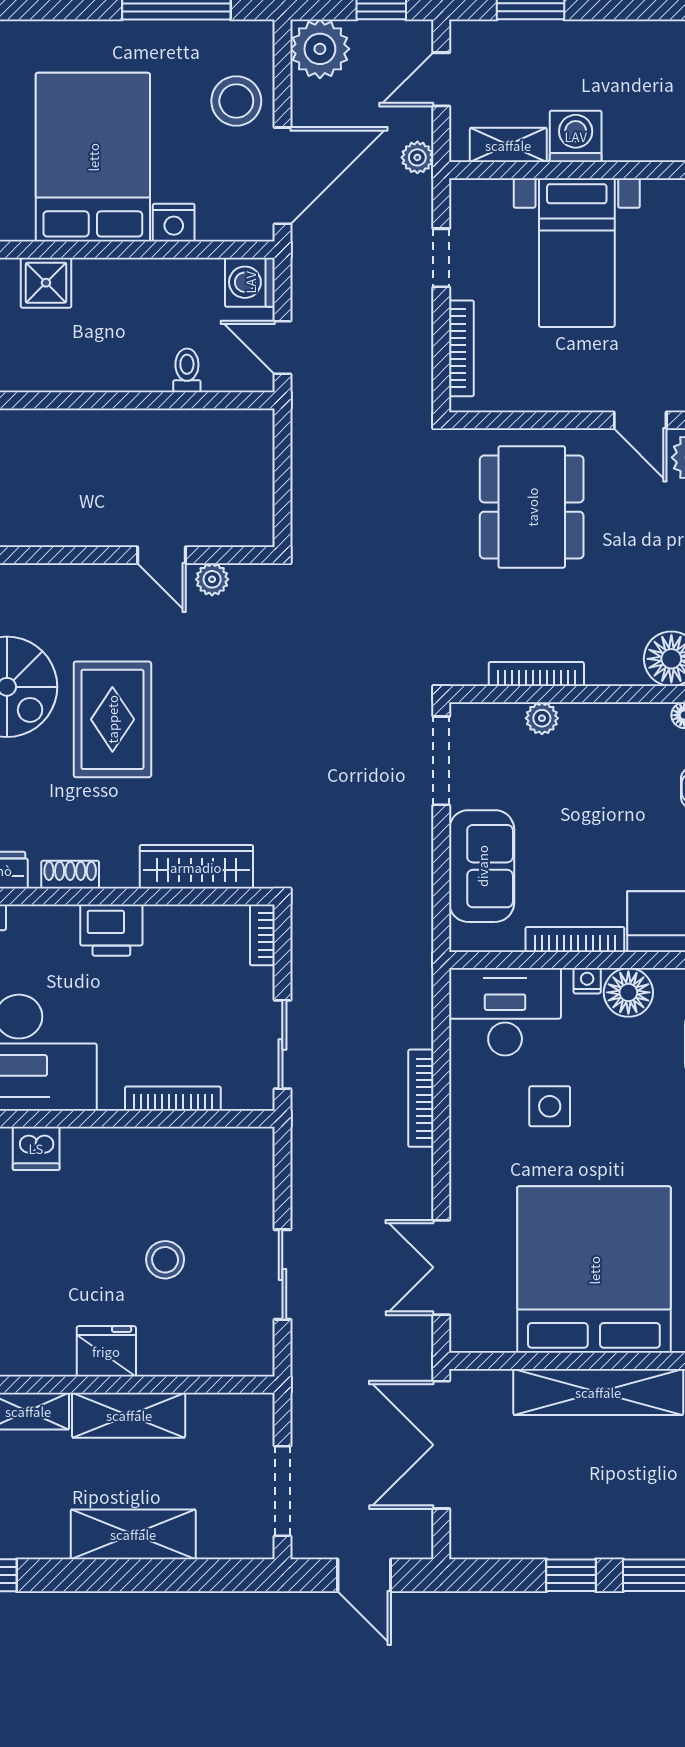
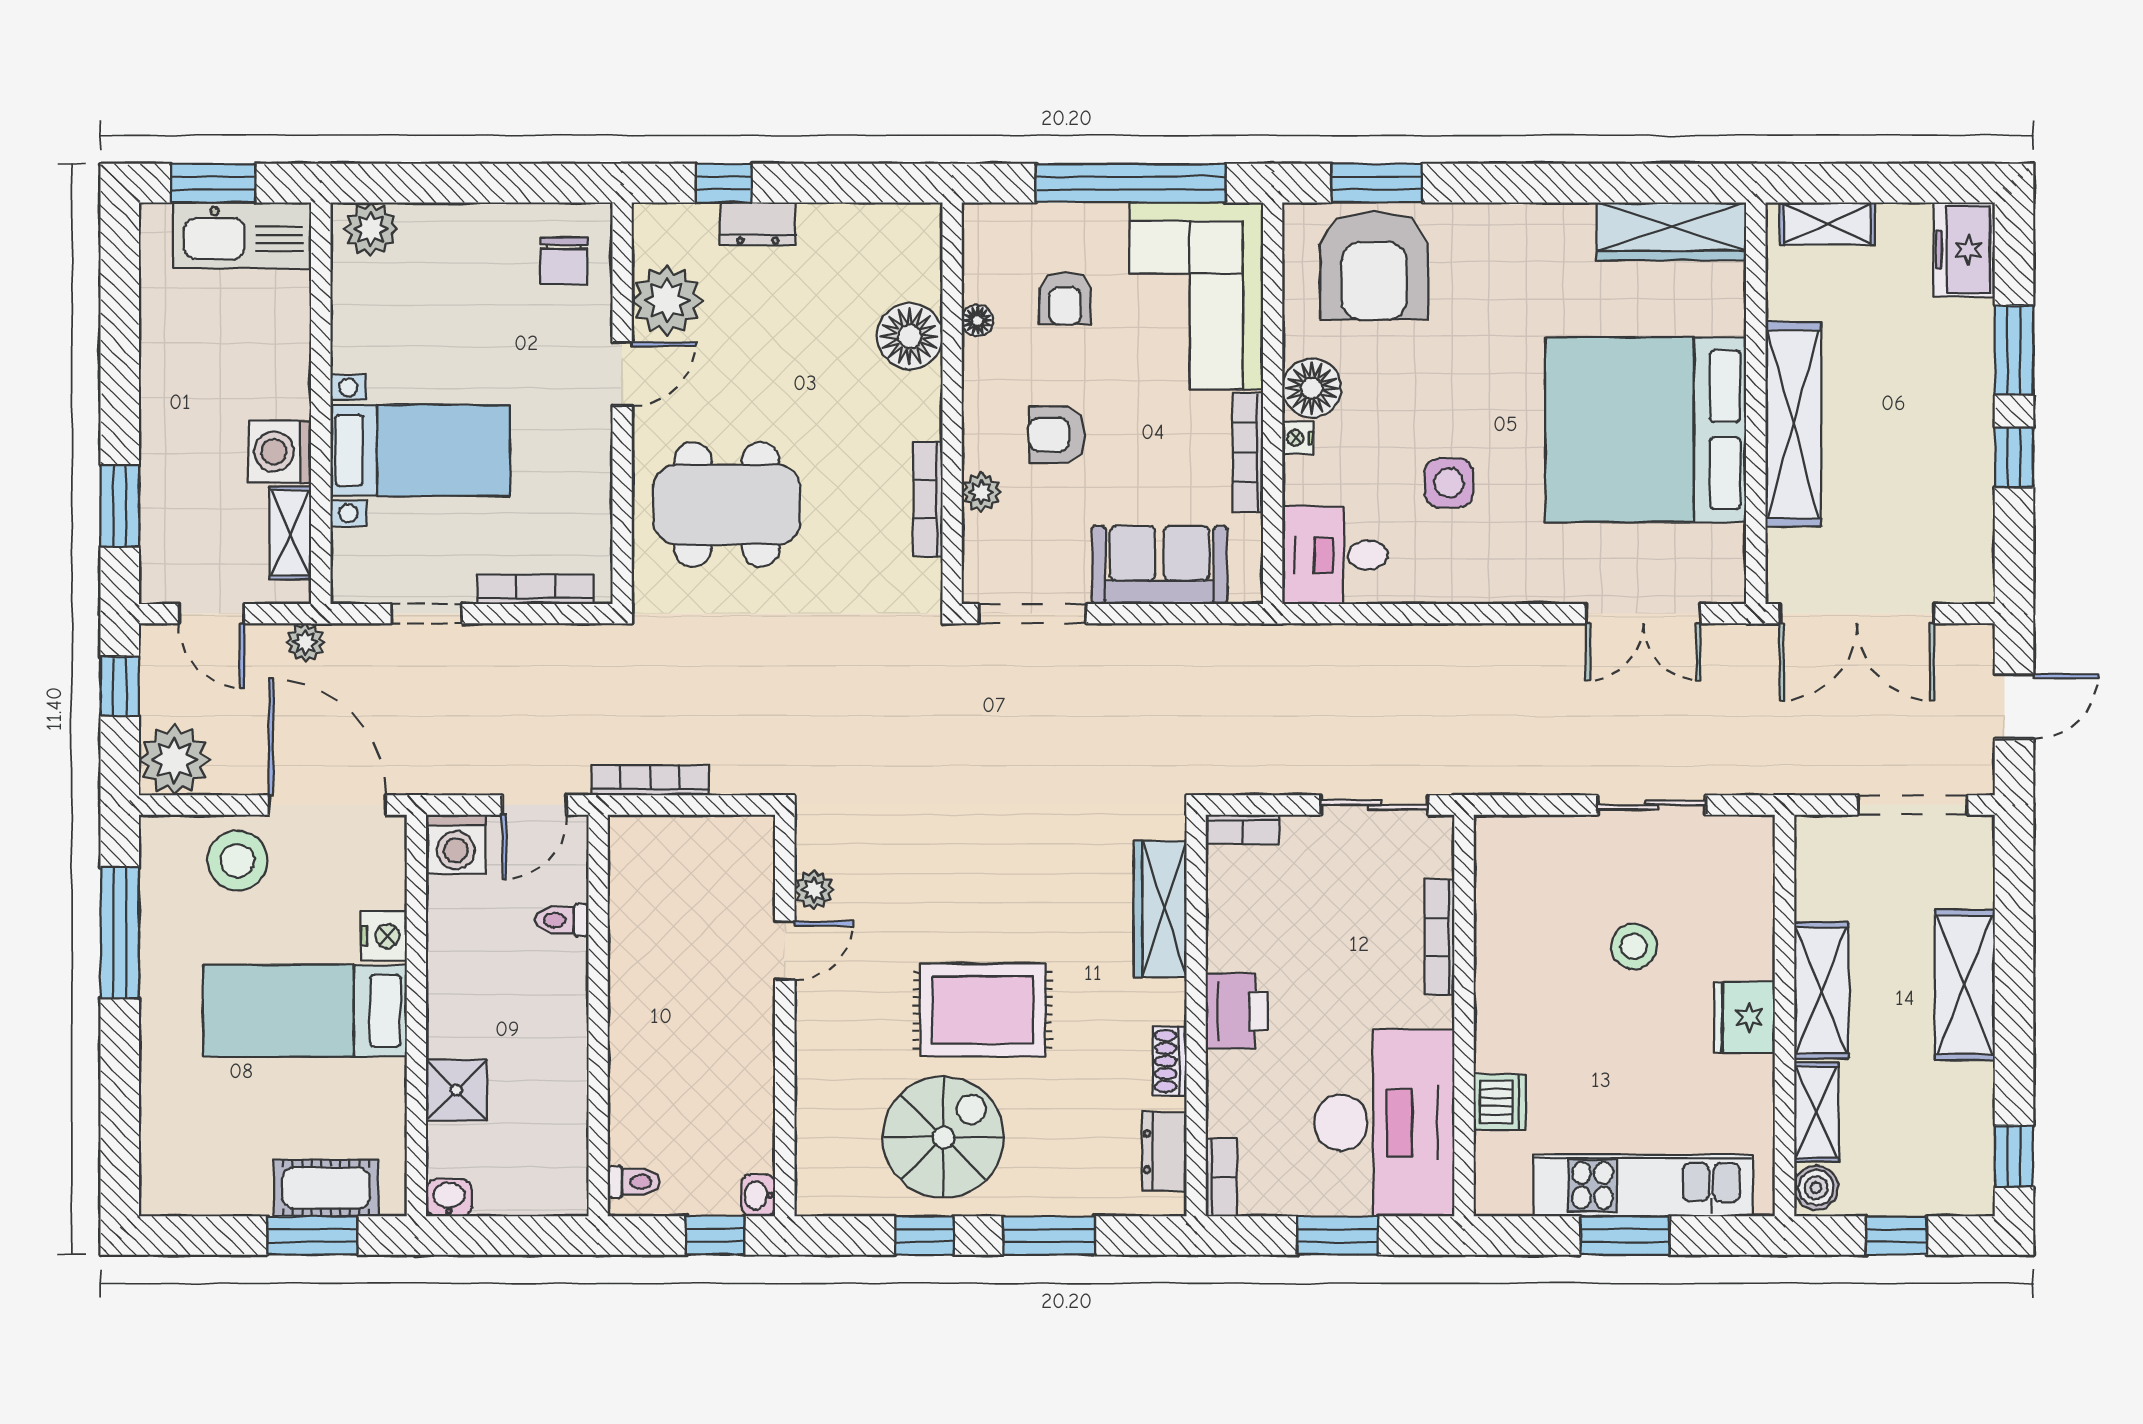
bed: (93, 157) -> (305, 1011), width x0.67
armchair: (590, 781) -> (1057, 435), added
desk: (505, 1012) -> (1335, 555), width x0.73
bookcase: (421, 1098) -> (650, 780), moved, turned 180

